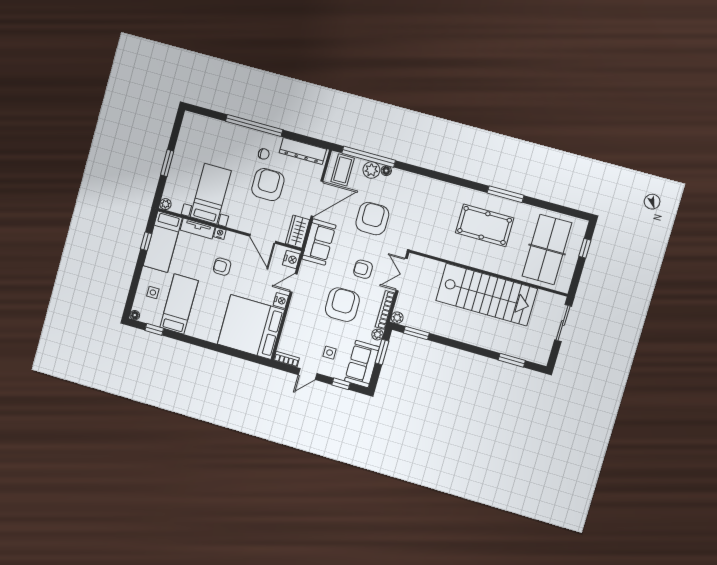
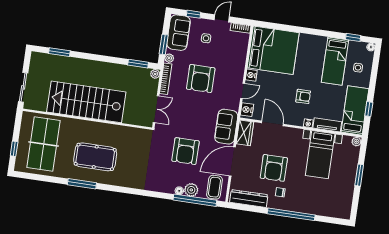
armchair: (363, 269) -> (188, 109), removed

